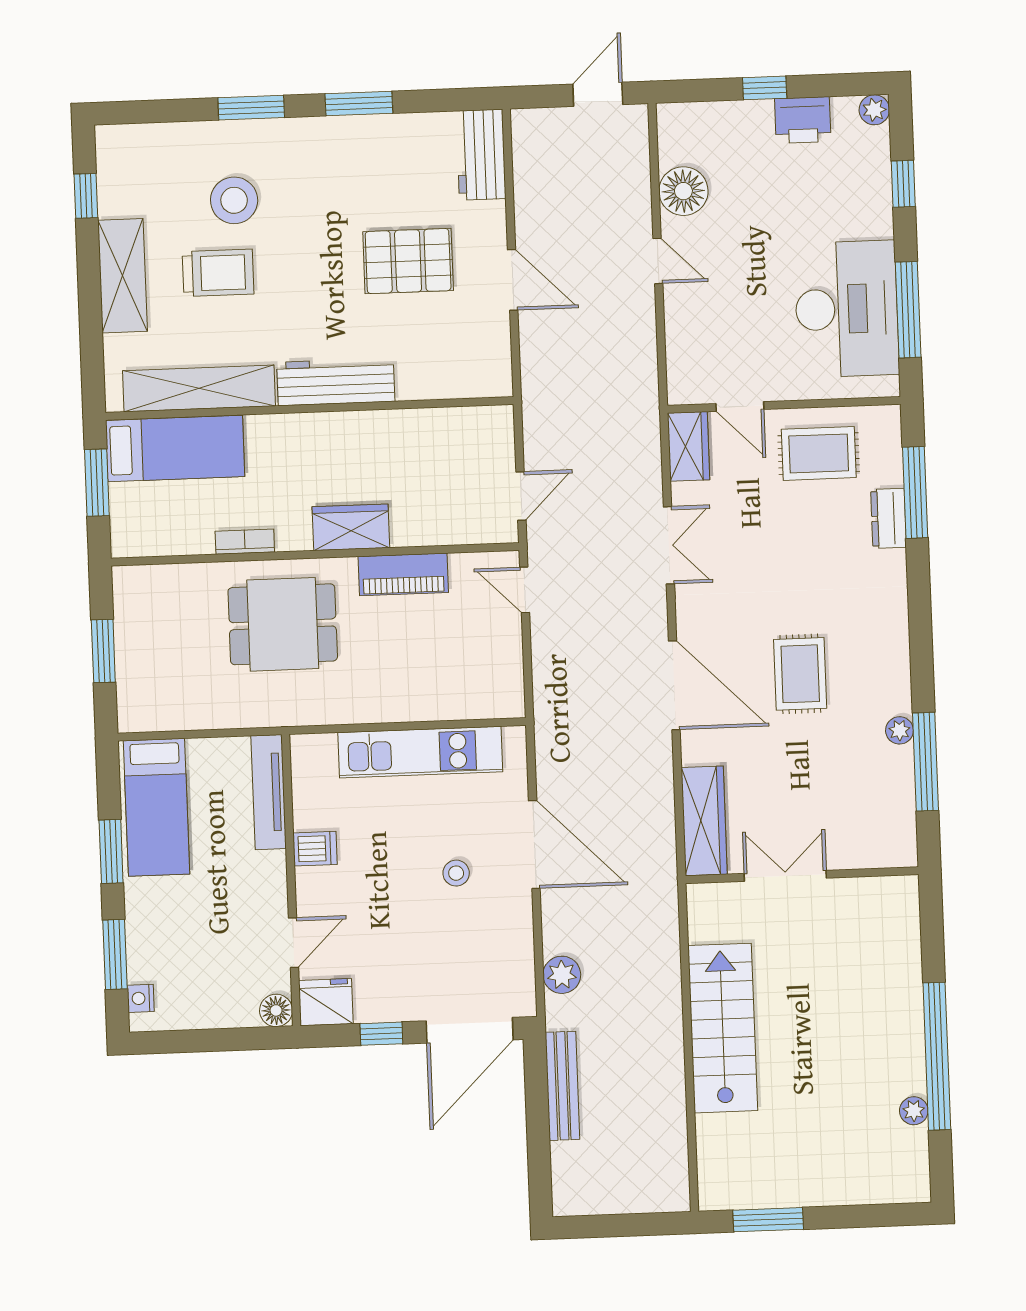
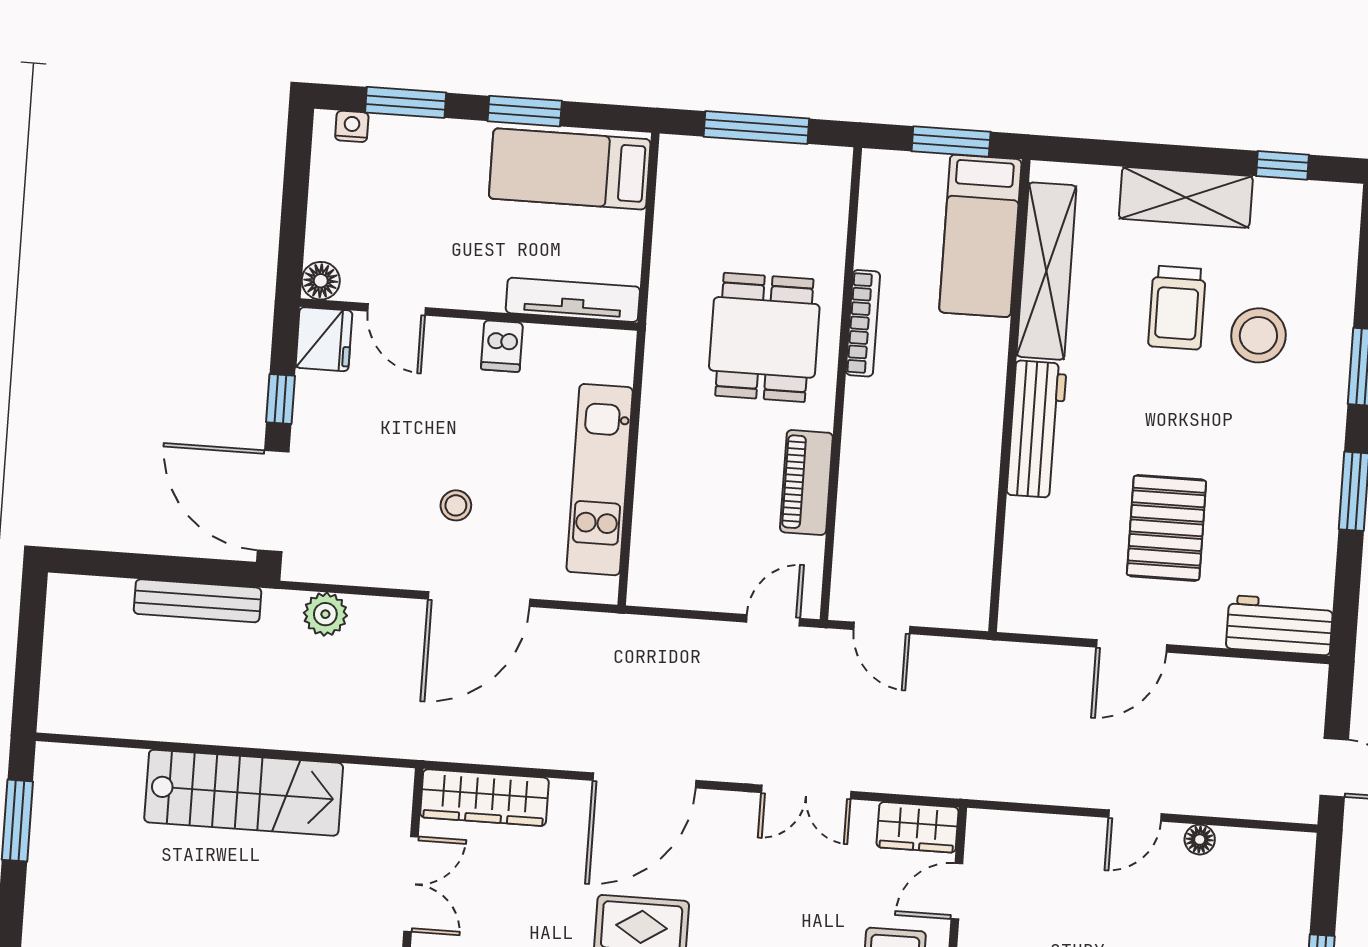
floor lamp: (683, 191) -> (1200, 840), width x0.53, depth x0.53
wardrobe: (351, 527) -> (867, 428), removed
bookcase: (245, 542) -> (863, 323), width x1.56
window: (103, 651) -> (756, 128), width x1.44

